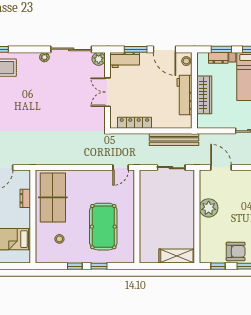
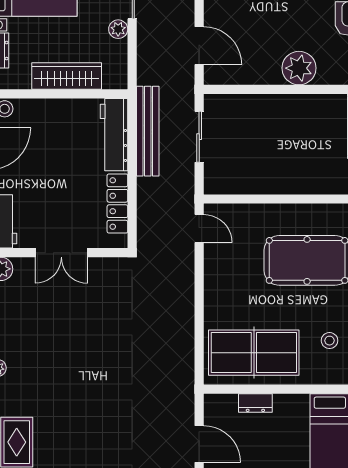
workbench: (185, 95) -> (114, 135), moved, turned 90
plant: (230, 123) -> (118, 29), added
door: (221, 168) -> (199, 46), swing flipped
plant: (209, 208) -> (299, 68), moved

